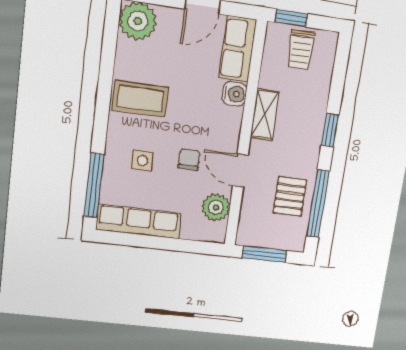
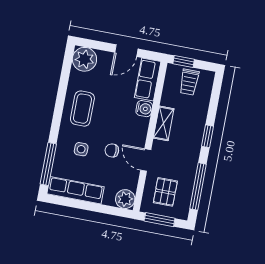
coffee table: (140, 99) -> (82, 109), turned 90
chair: (189, 160) -> (112, 150), turned -90
pallet: (290, 196) -> (165, 192), moved
plant: (216, 207) -> (125, 199), moved

